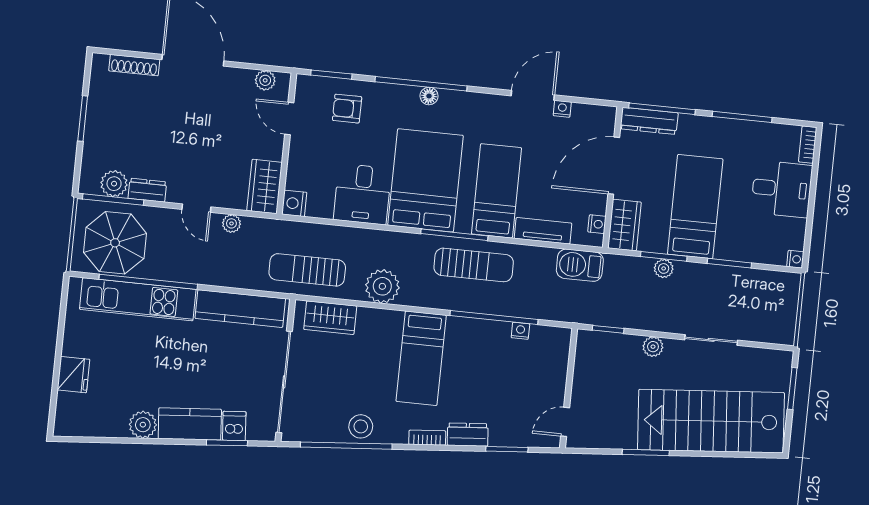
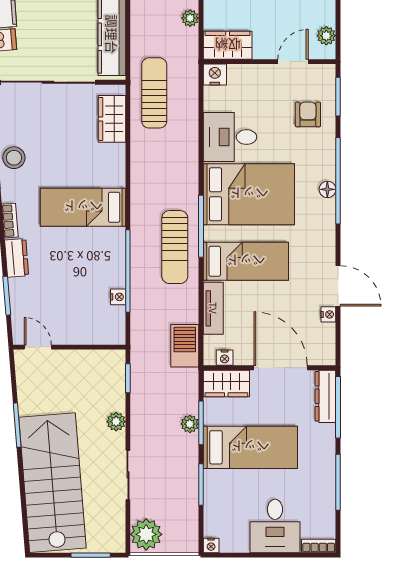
plant: (382, 286) -> (146, 534), moved

